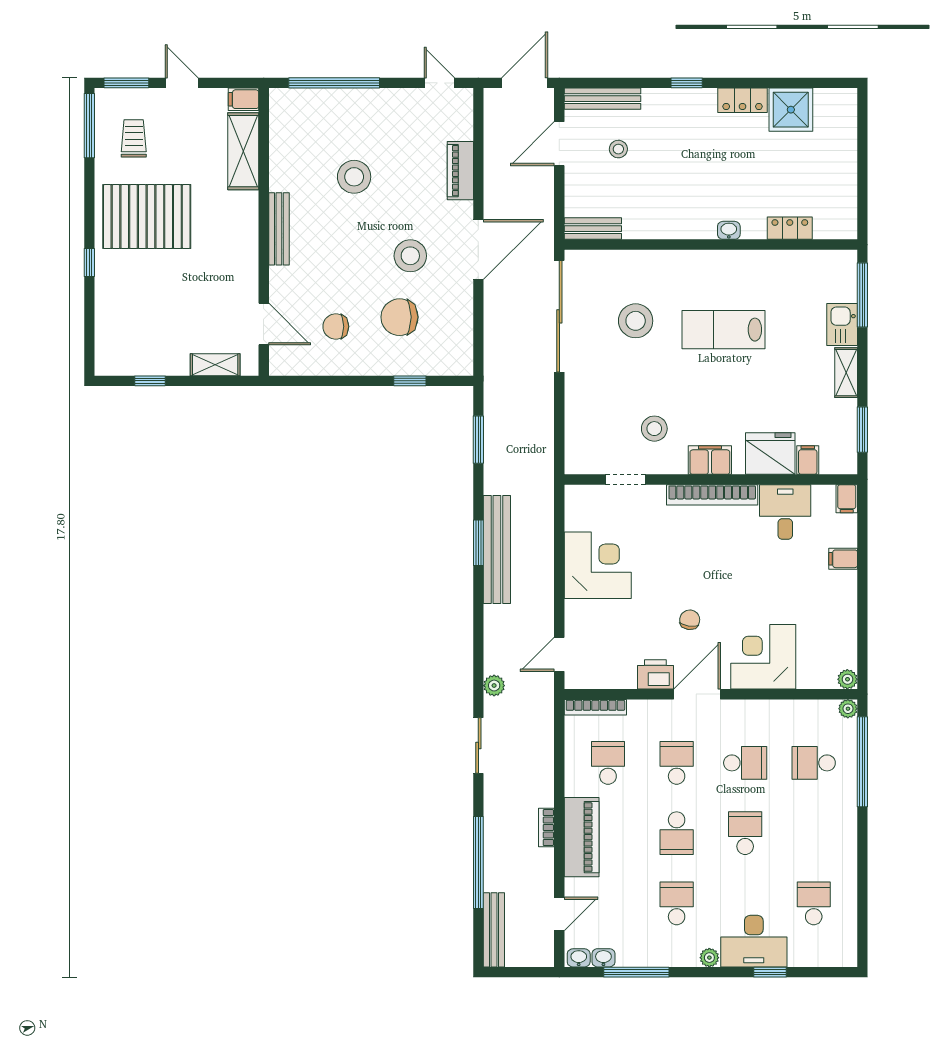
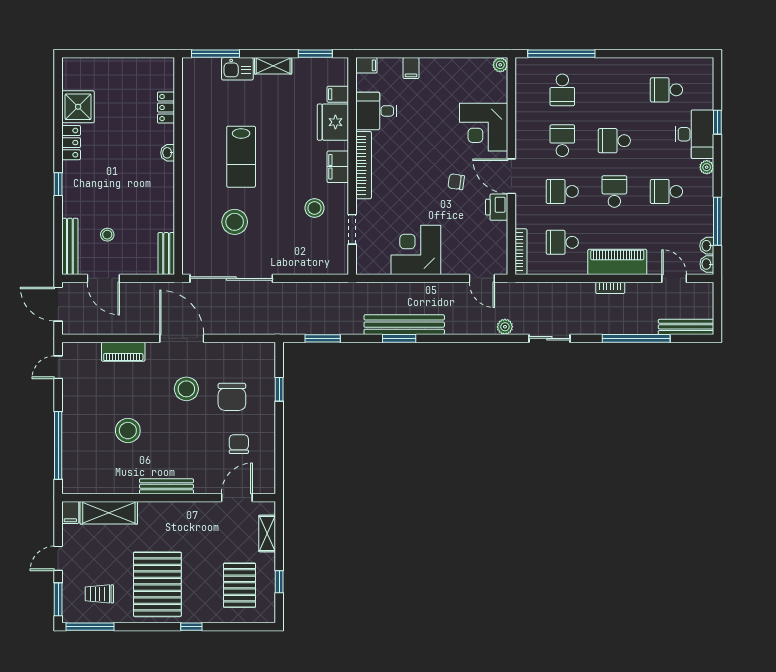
chair: (336, 326) -> (239, 444), turned 180
pallet: (145, 328) -> (240, 585), added
plant: (848, 709) -> (522, 64), removed
school desk: (677, 833) -> (614, 191), turned -90

